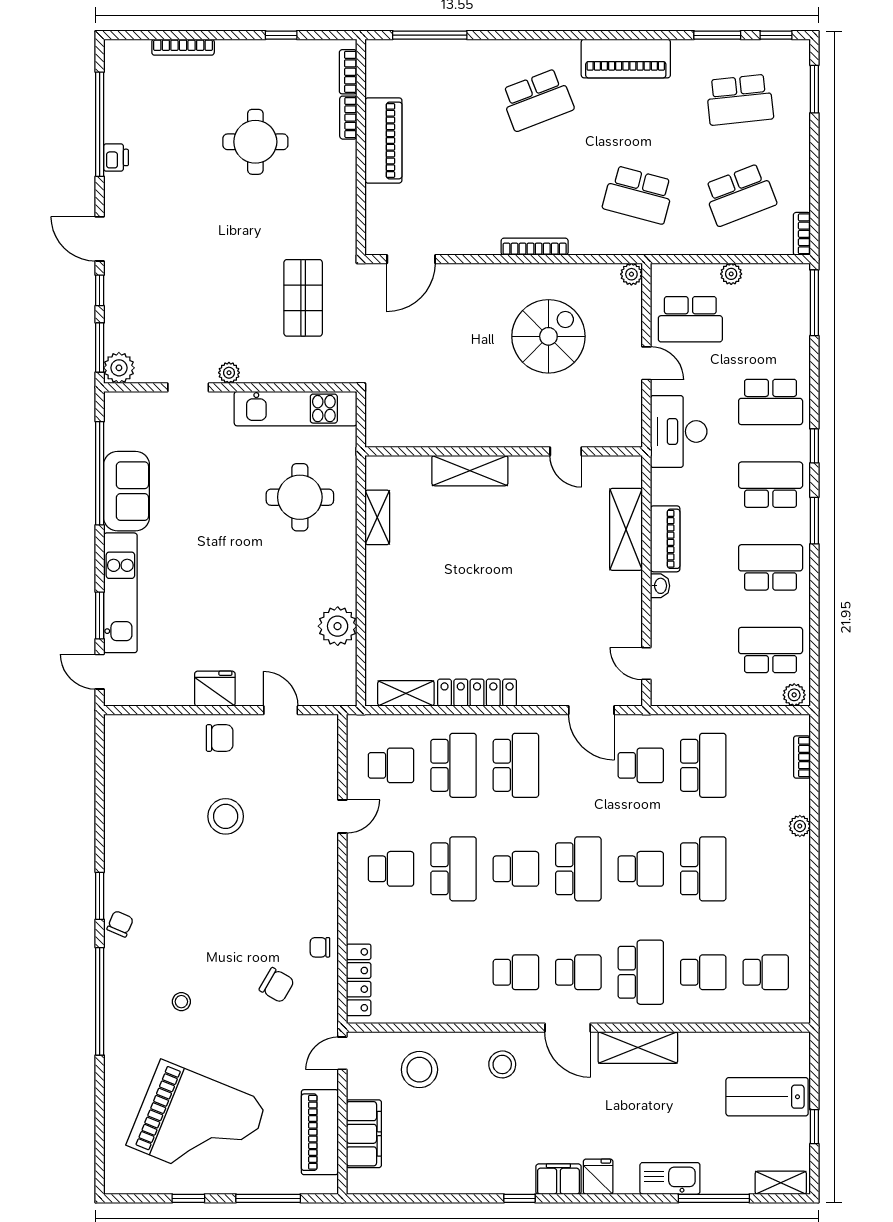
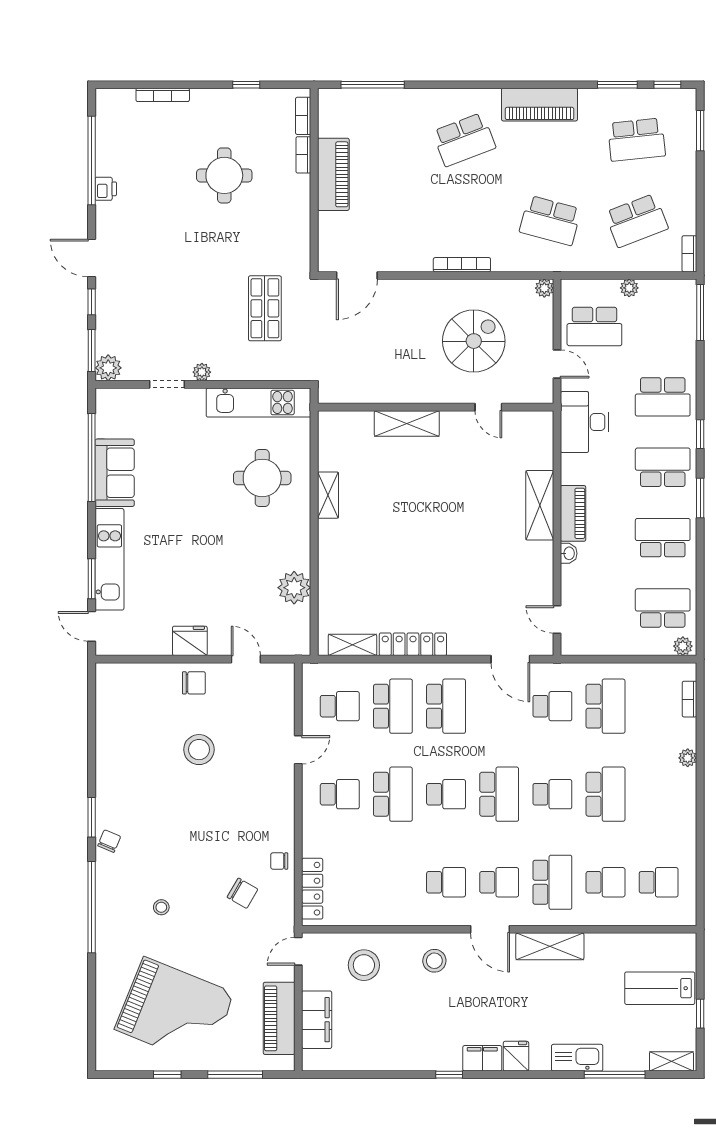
wall: (504, 451) -> (436, 407), moved
door: (566, 451) -> (488, 407), moved
shelving: (470, 471) -> (407, 423), moved

